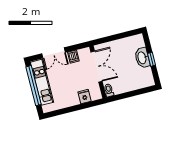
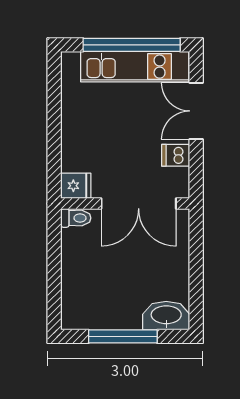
washbasin: (142, 58) -> (166, 316), moved
window: (152, 59) -> (123, 336), width x2.17
fridge: (84, 97) -> (76, 186), moved

